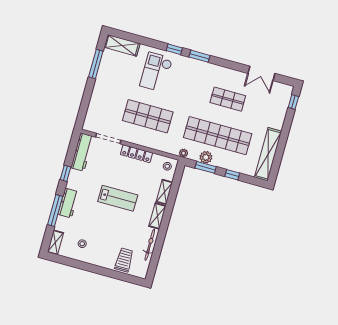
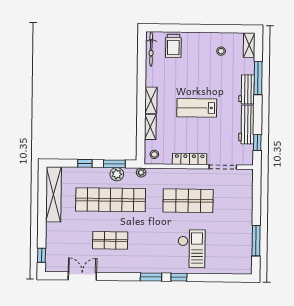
shelving: (122, 45) -> (234, 267), removed
workbench: (82, 152) -> (246, 125), moved
window: (66, 173) -> (257, 143), moved
bicycle: (150, 245) -> (151, 49), moved

